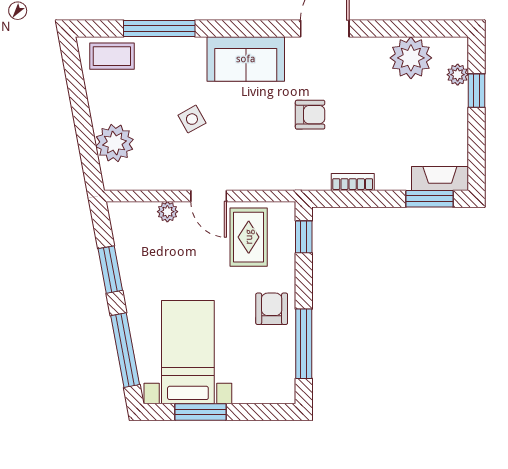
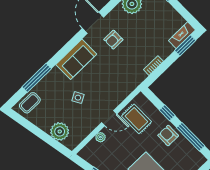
armchair: (310, 115) -> (113, 40), moved, turned 180
window: (304, 237) -> (167, 113), moved

